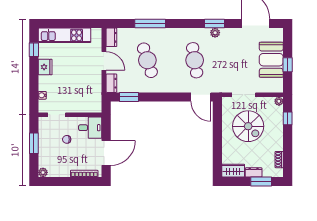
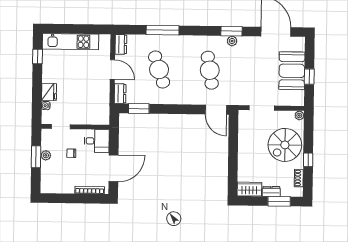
fridge: (45, 67) -> (49, 92), moved
window: (288, 118) -> (308, 160), moved
spiral stairs: (248, 126) -> (285, 145), moved, turned 90
plant: (43, 172) -> (46, 155), moved

